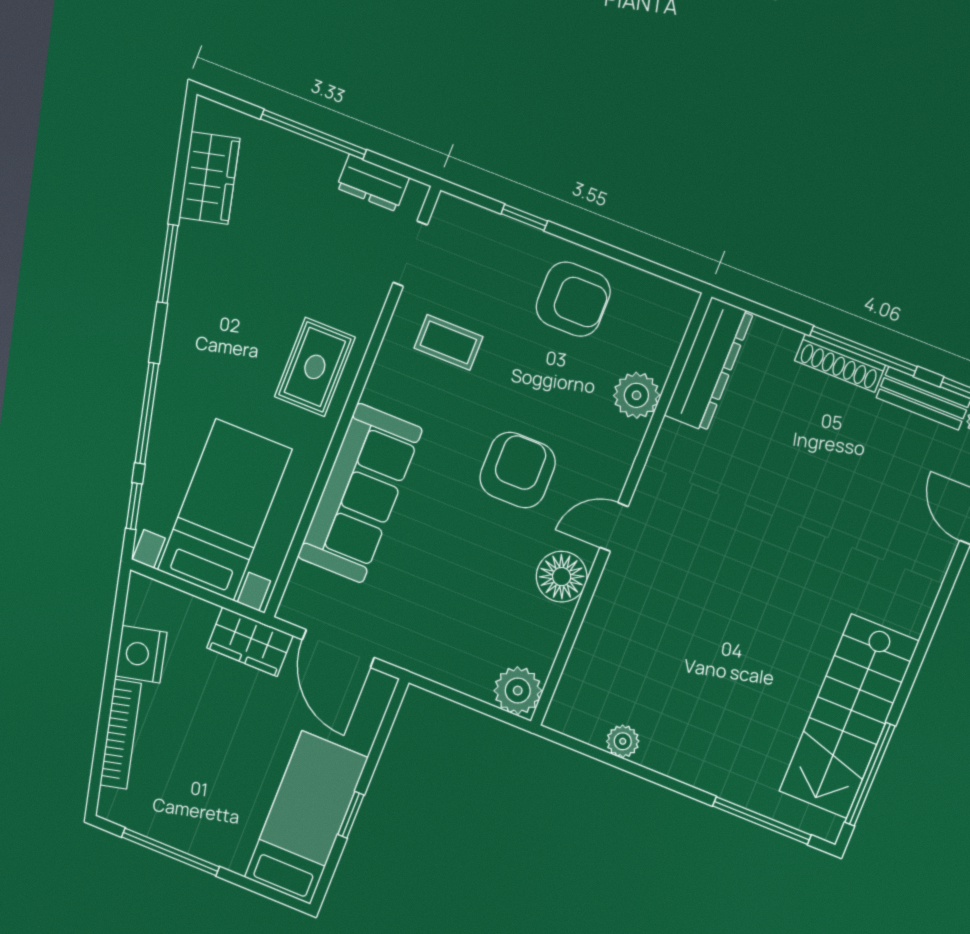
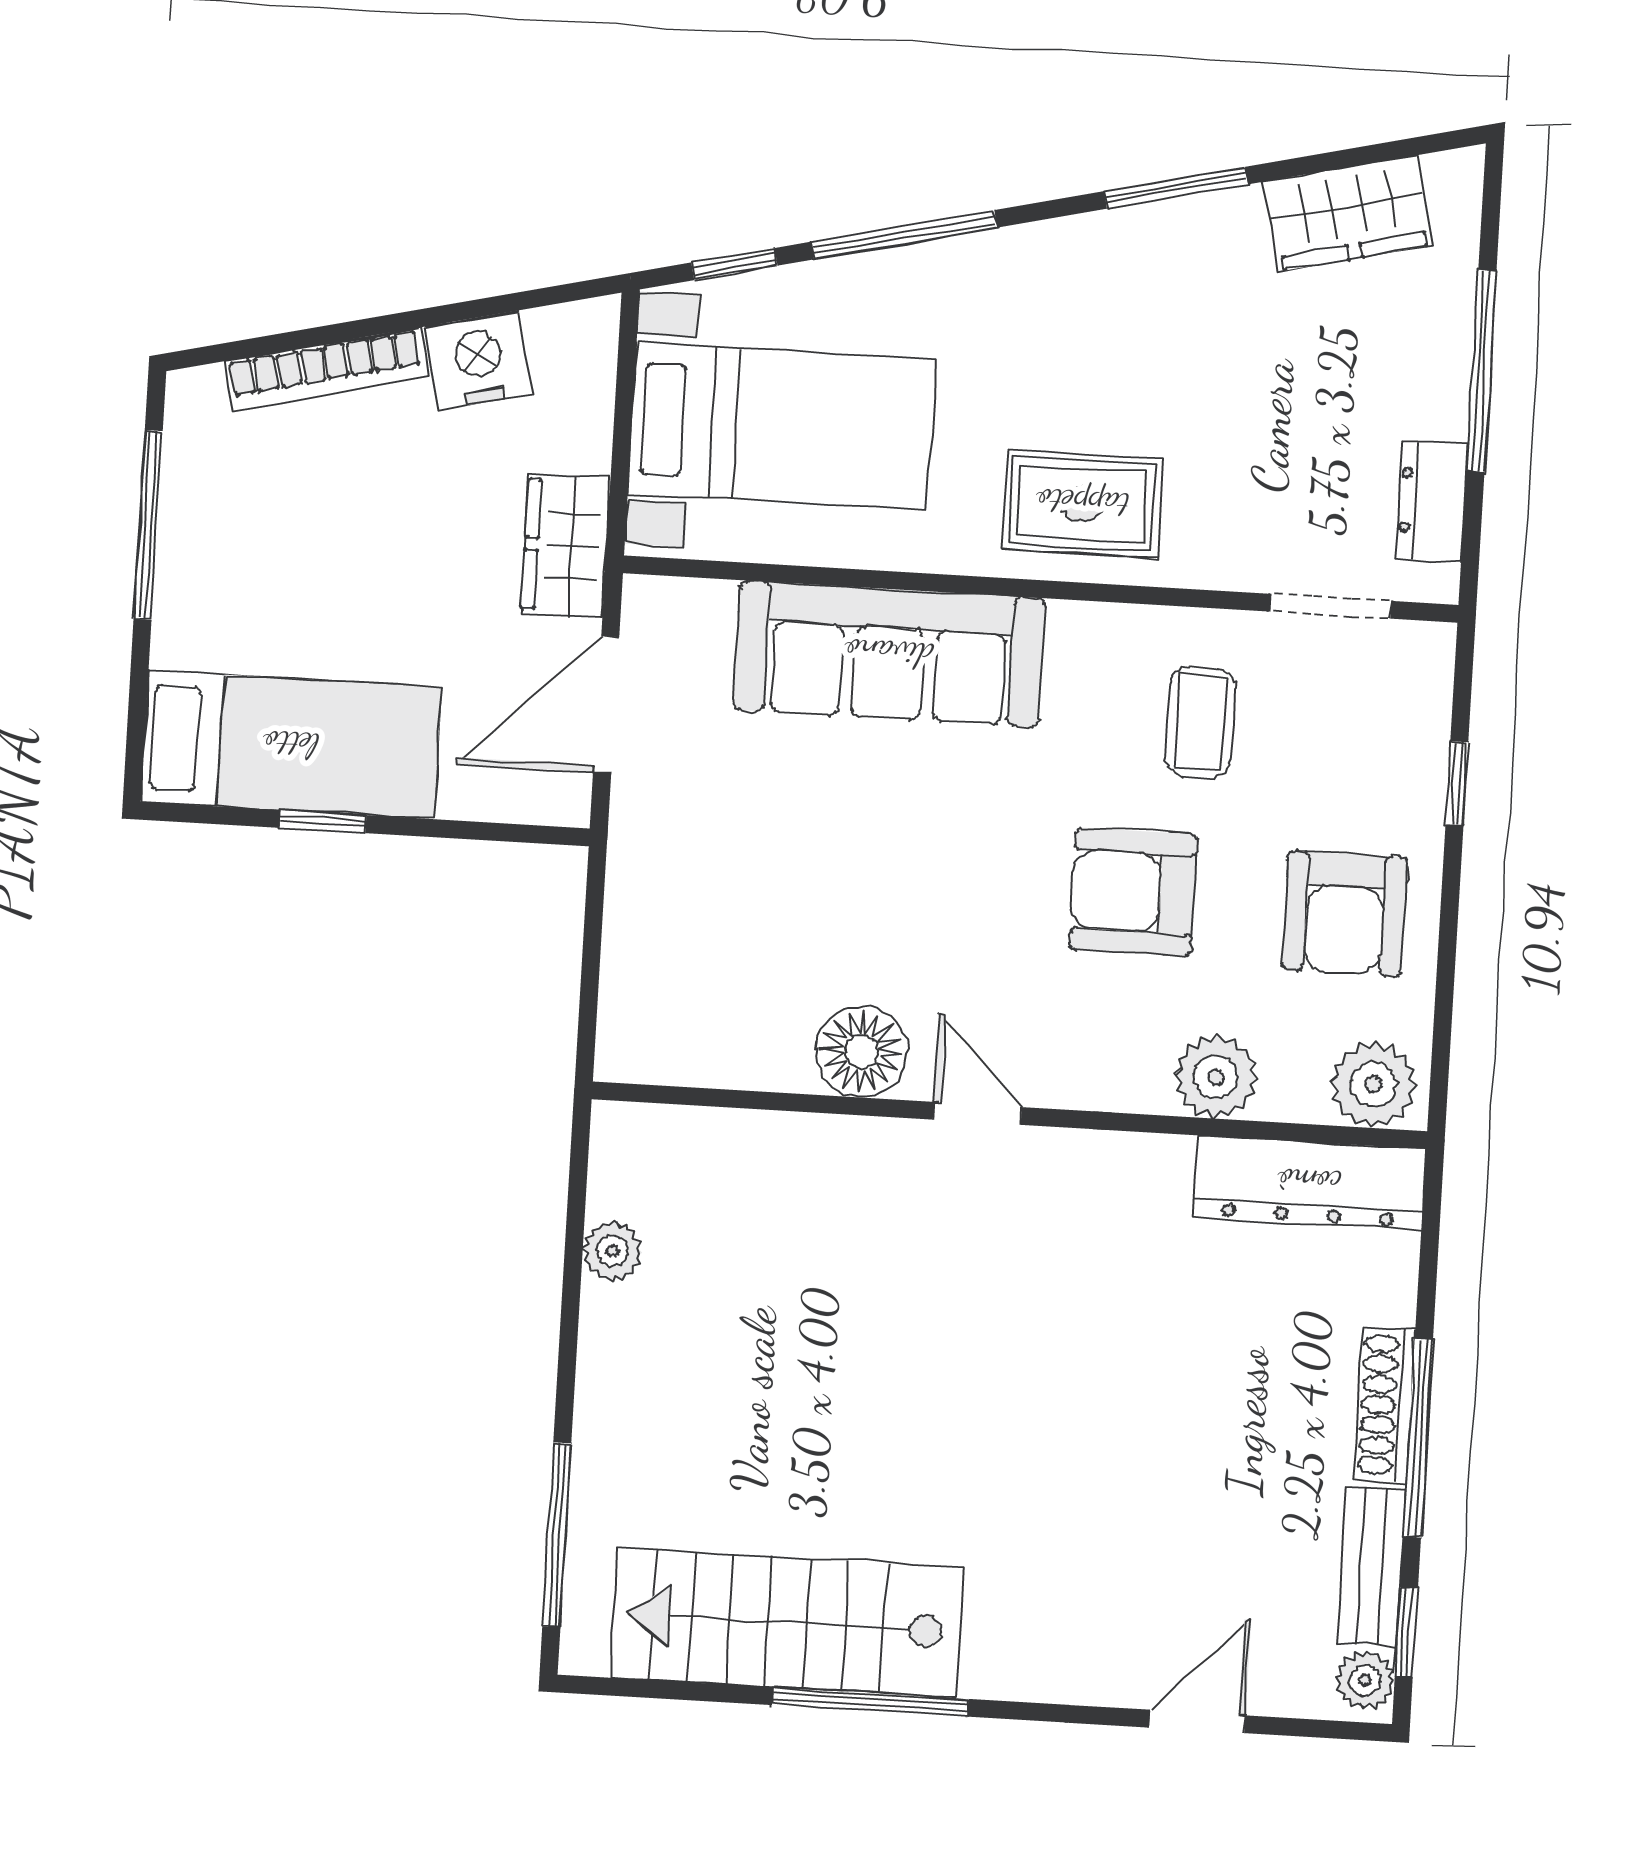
armchair: (518, 470) -> (1133, 892), moved, turned 180
plant: (518, 690) -> (1374, 1084), moved
window: (870, 774) -> (870, 1702), moved

